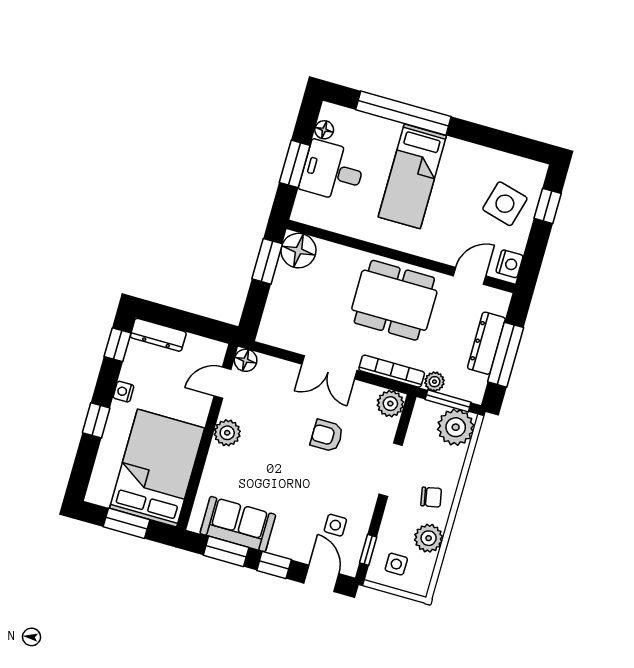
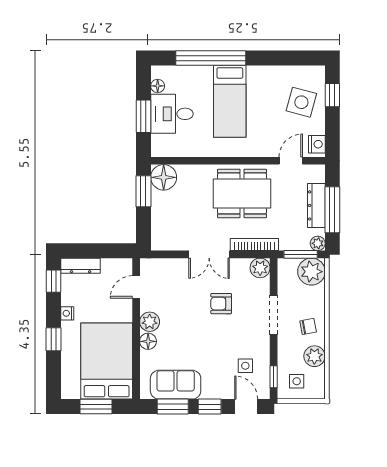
floor lamp: (246, 360) -> (148, 341), moved
plant: (435, 382) -> (318, 243), moved

